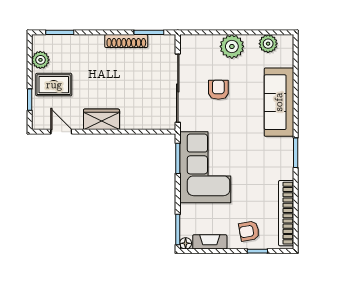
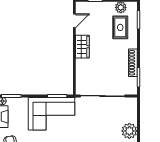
rug: (54, 85) -> (120, 27), moved
armchair: (218, 90) -> (101, 122), removed

